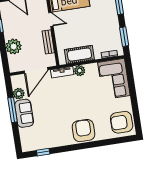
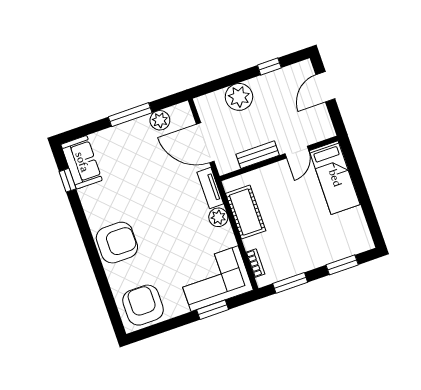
window: (131, 83) -> (213, 310), added
sofa: (24, 113) -> (82, 162), moved, turned -90

